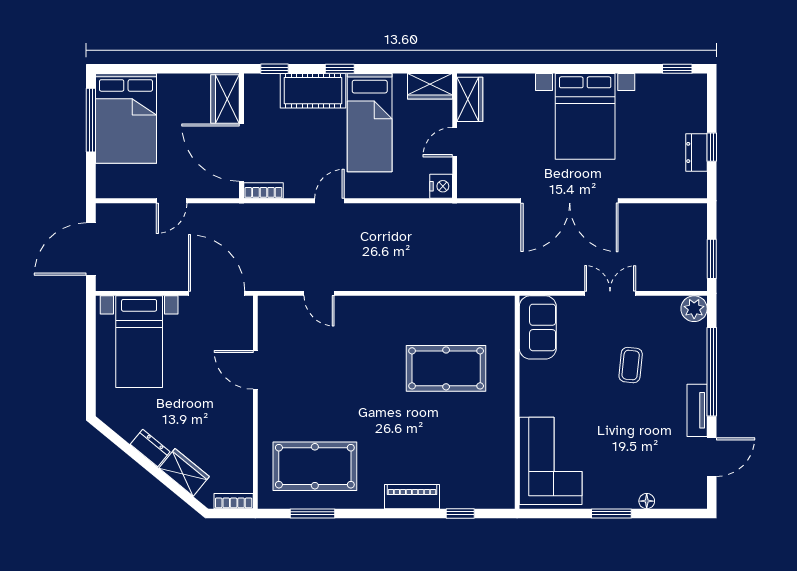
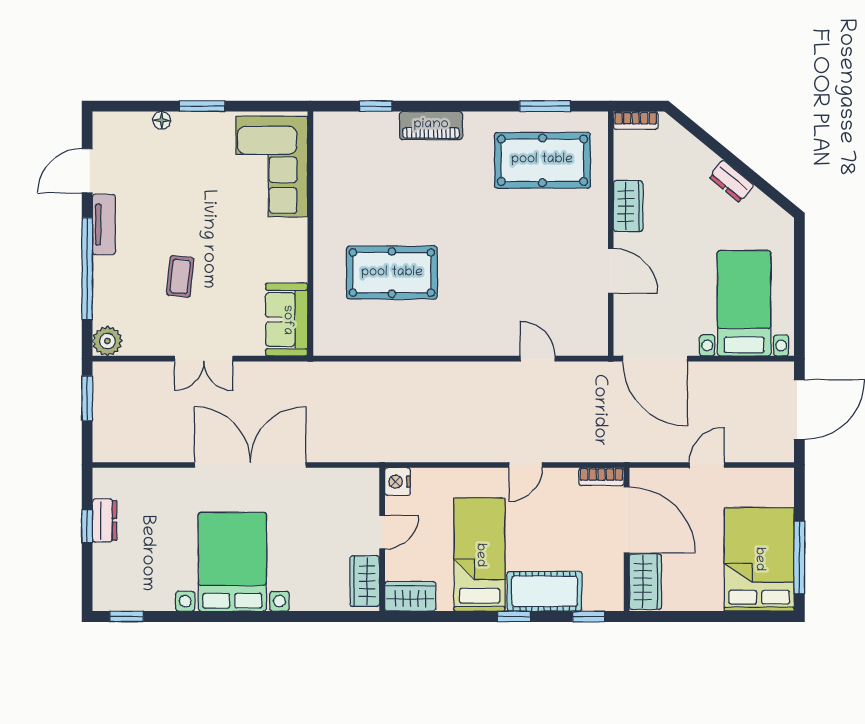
wardrobe: (184, 472) -> (628, 206), moved, turned -129

